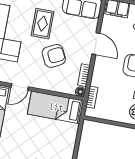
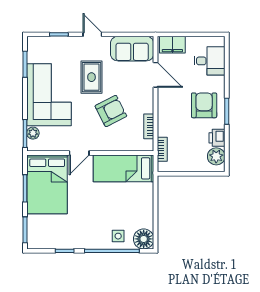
door: (96, 44) -> (156, 75), moved
floor lamp: (80, 92) -> (148, 146), removed

